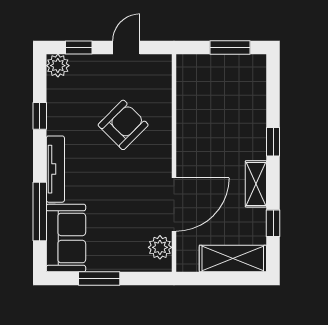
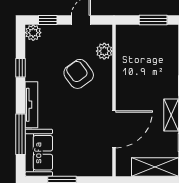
armchair: (123, 125) -> (79, 74), turned -81
plant: (160, 247) -> (104, 51), moved

